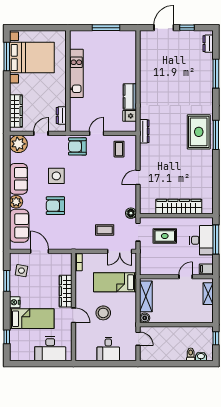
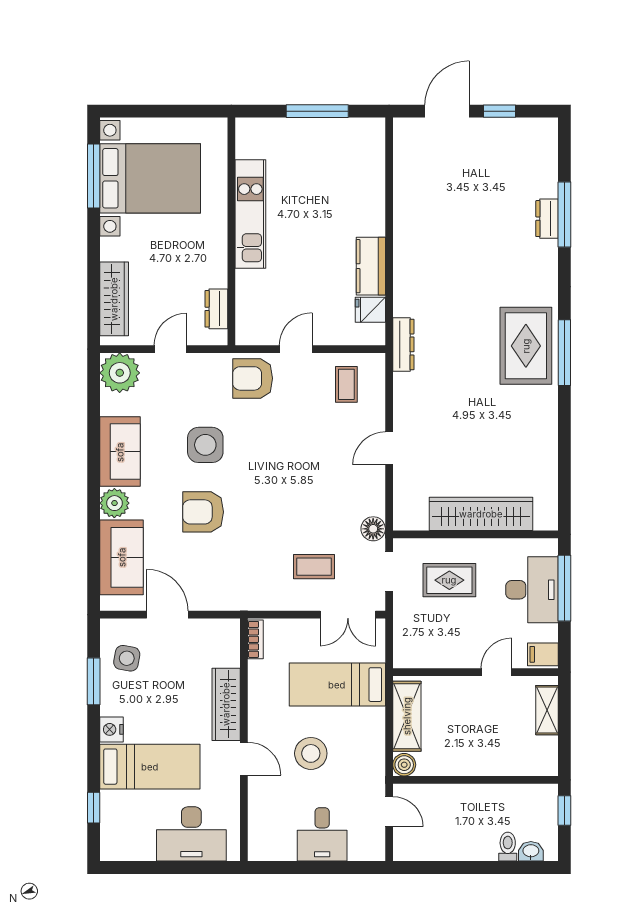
dresser: (208, 44) -> (547, 219), moved

